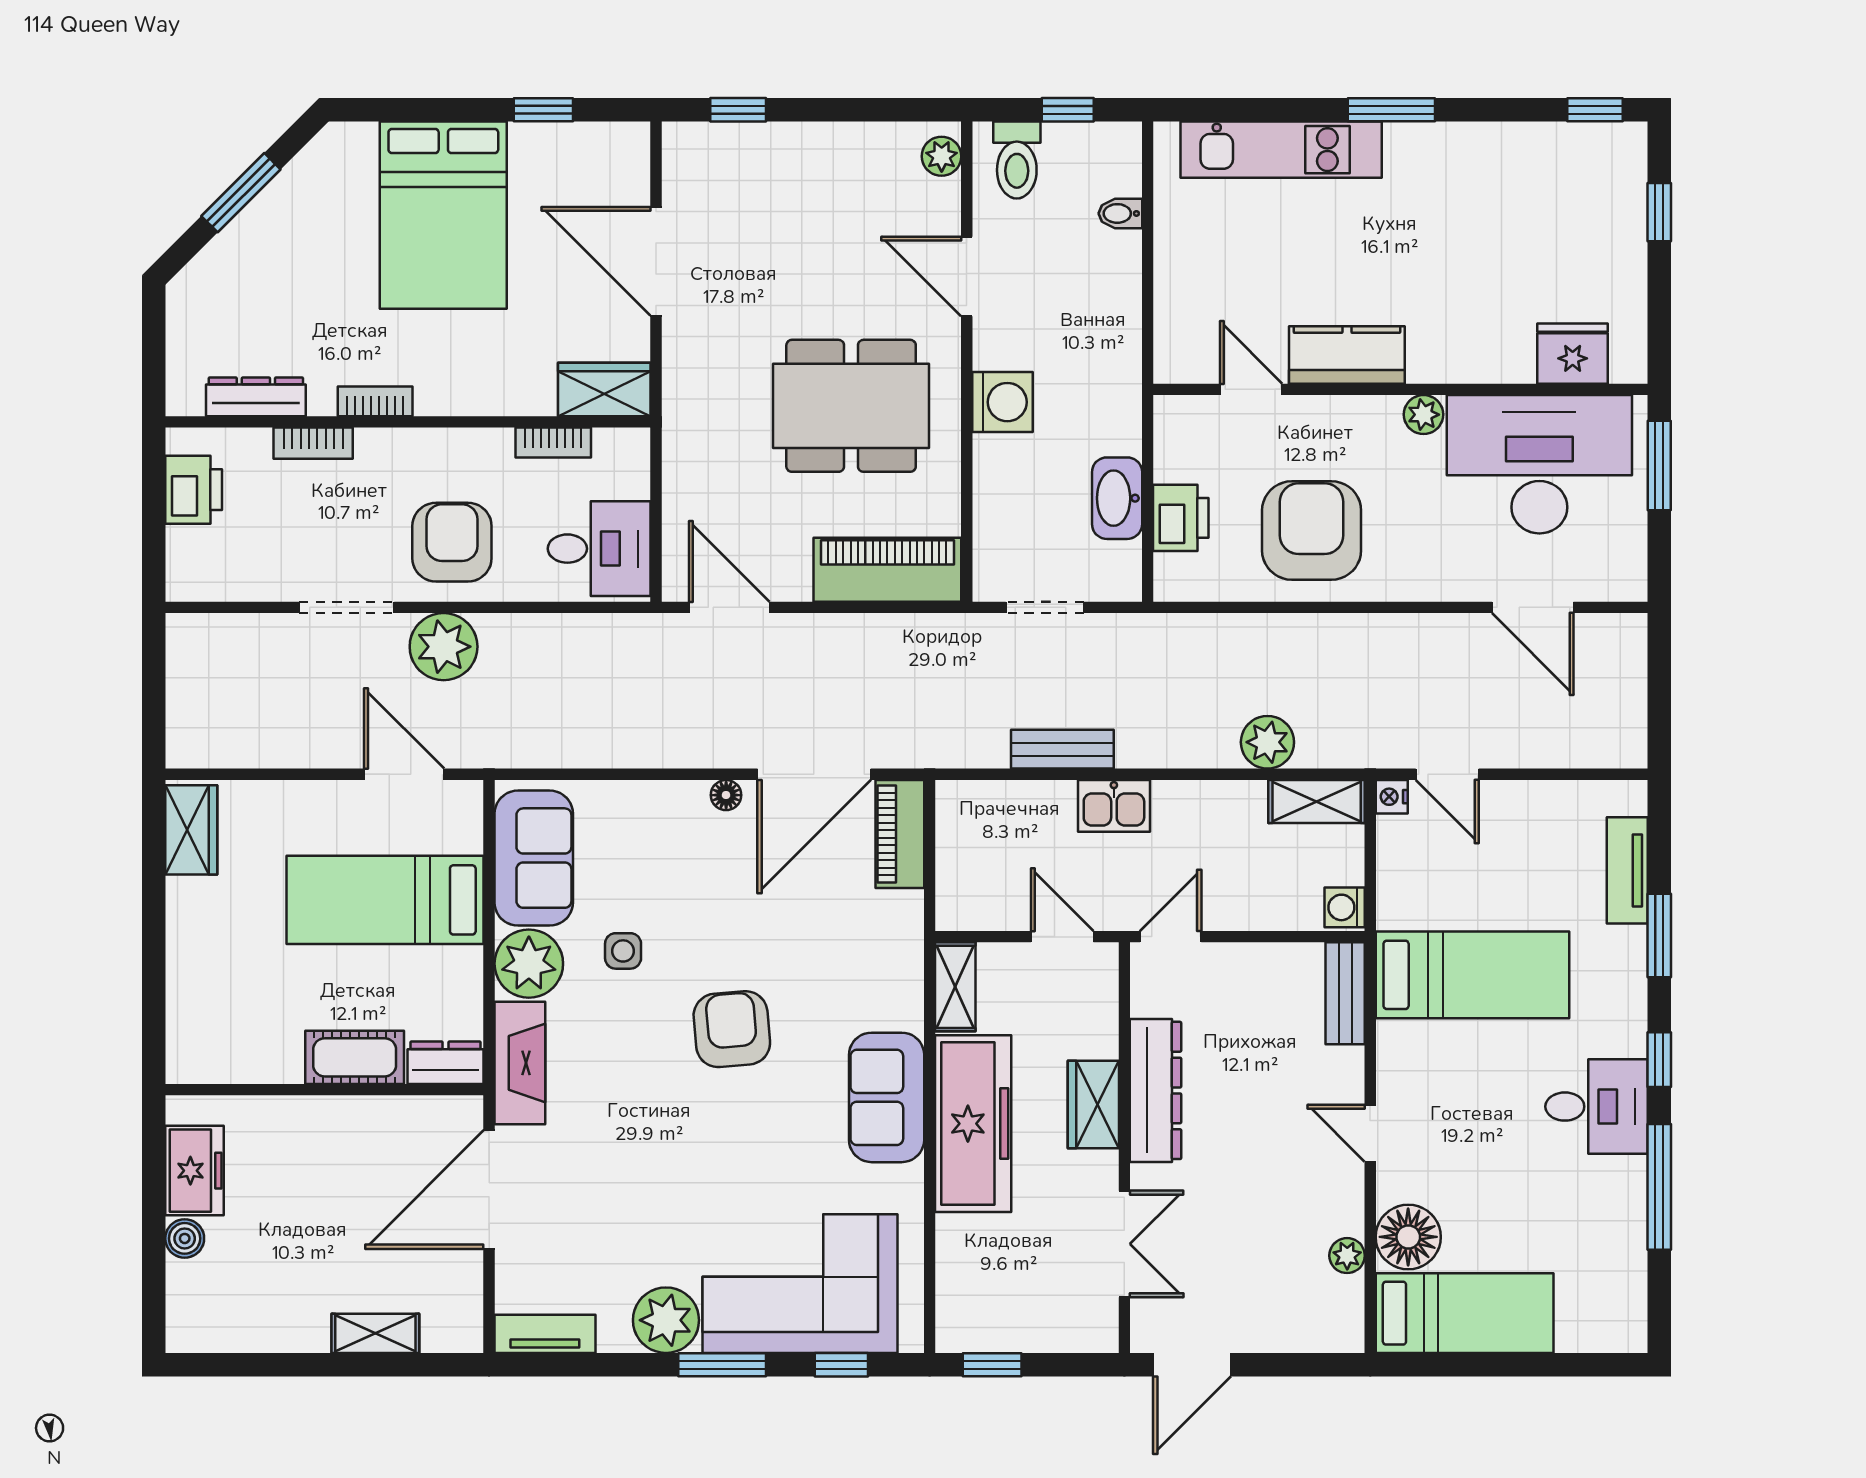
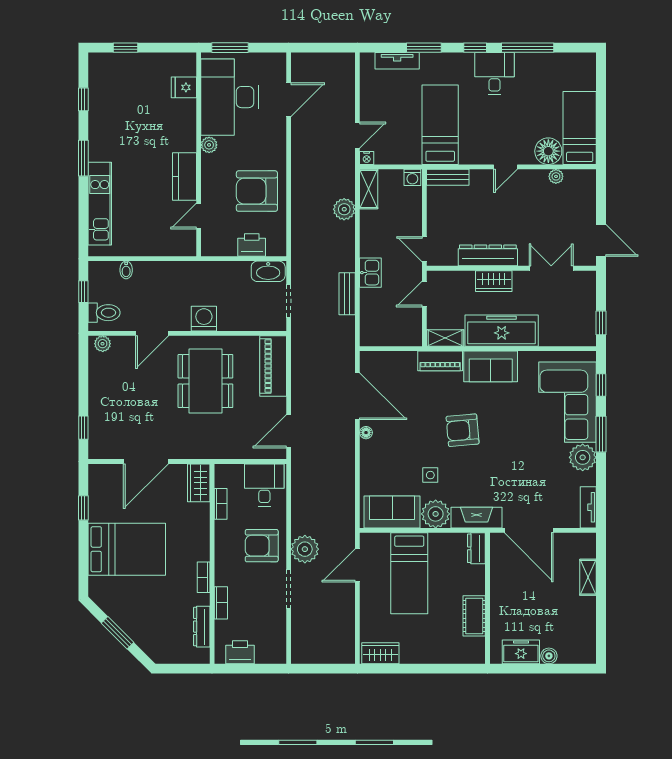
window: (1595, 110) -> (83, 99), moved
fridge: (1573, 354) -> (184, 87), width x0.72
washbasin: (1117, 498) -> (268, 271), moved
piano: (900, 834) -> (440, 361), moved
cot: (355, 1057) -> (474, 616), moved

